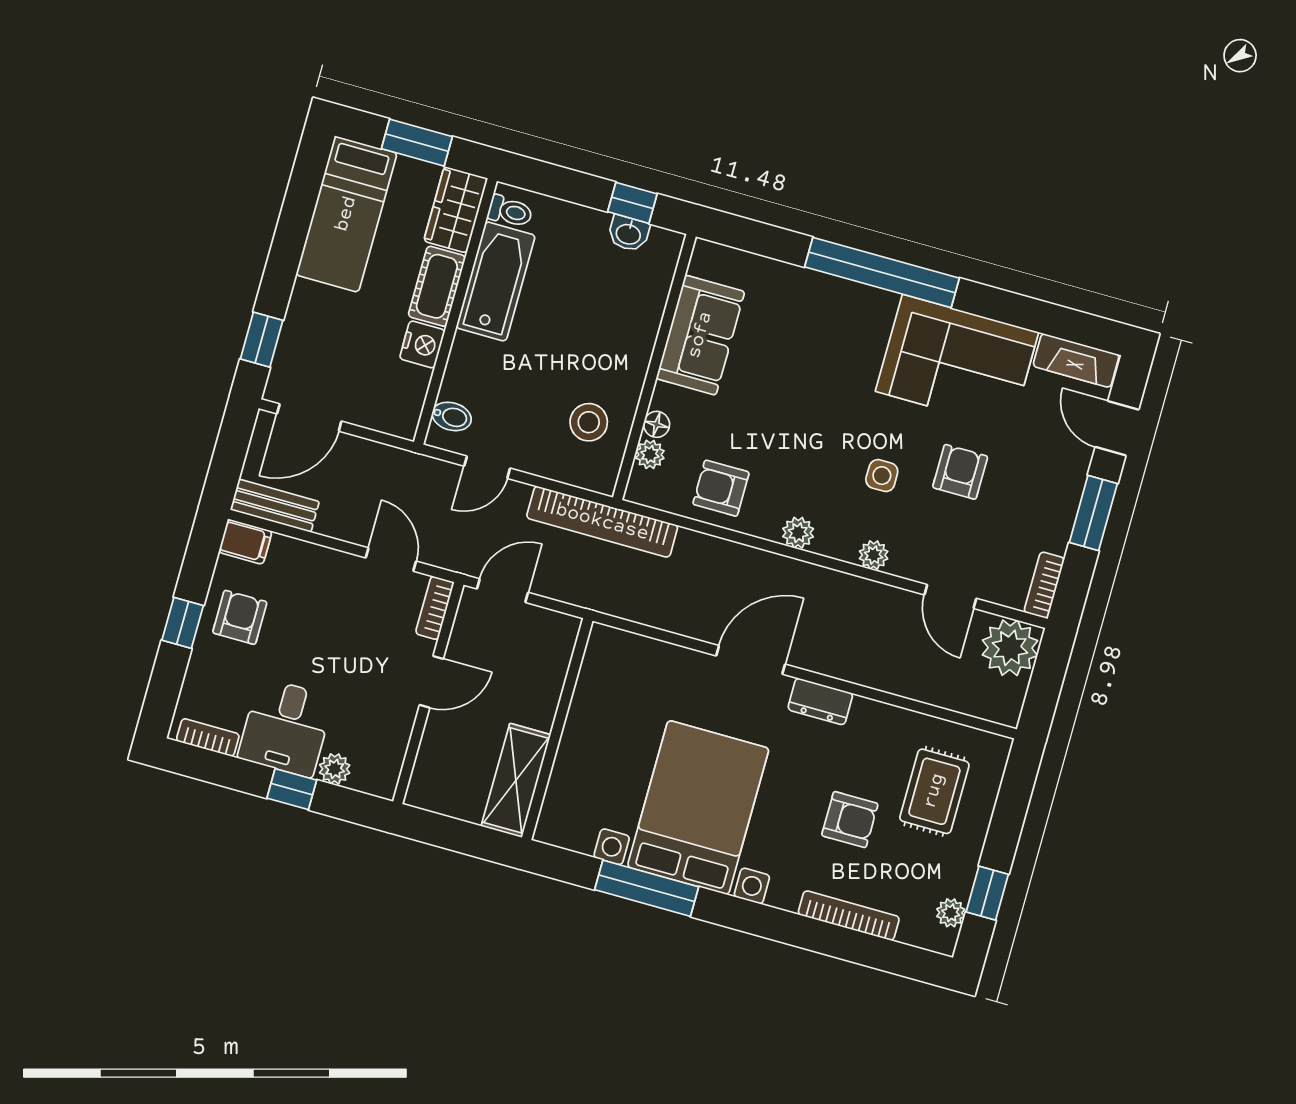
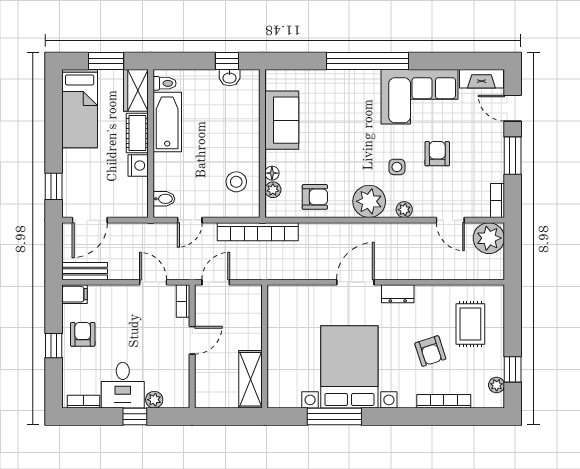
armchair: (721, 488) -> (315, 197), turned 180
plant: (798, 533) -> (369, 201), width x1.88, depth x1.88
armchair: (850, 820) -> (430, 351), turned 72

